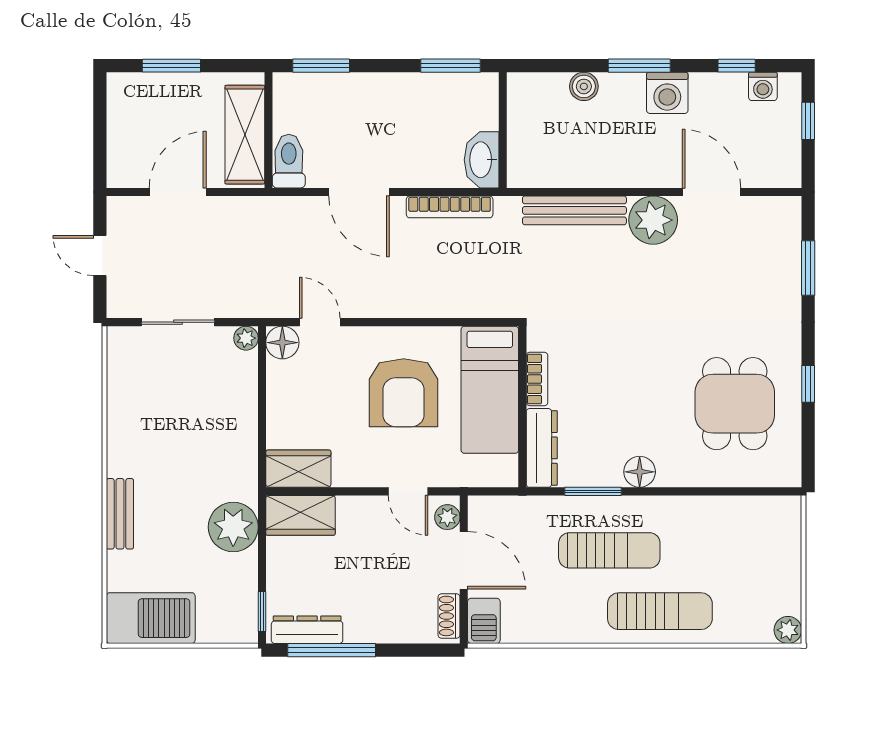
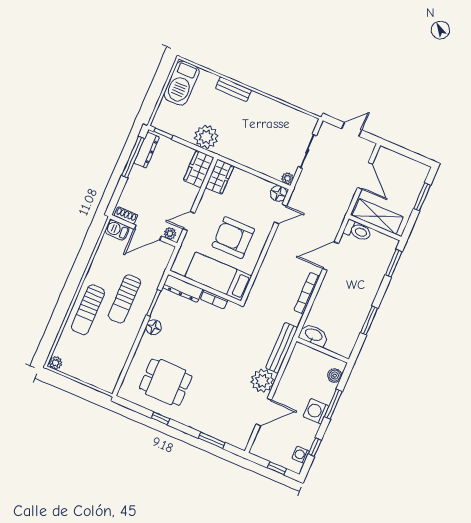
wall: (503, 130) -> (323, 350), moved
washbasin: (482, 160) -> (314, 335), moved

